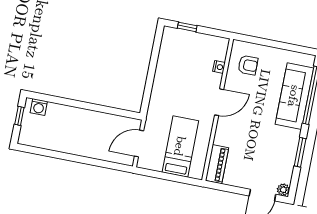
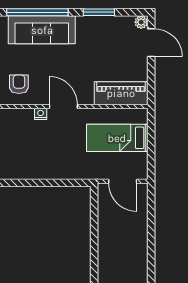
nightstand: (219, 67) -> (41, 114), moved
piano: (217, 164) -> (121, 93), width x1.37, depth x1.33

